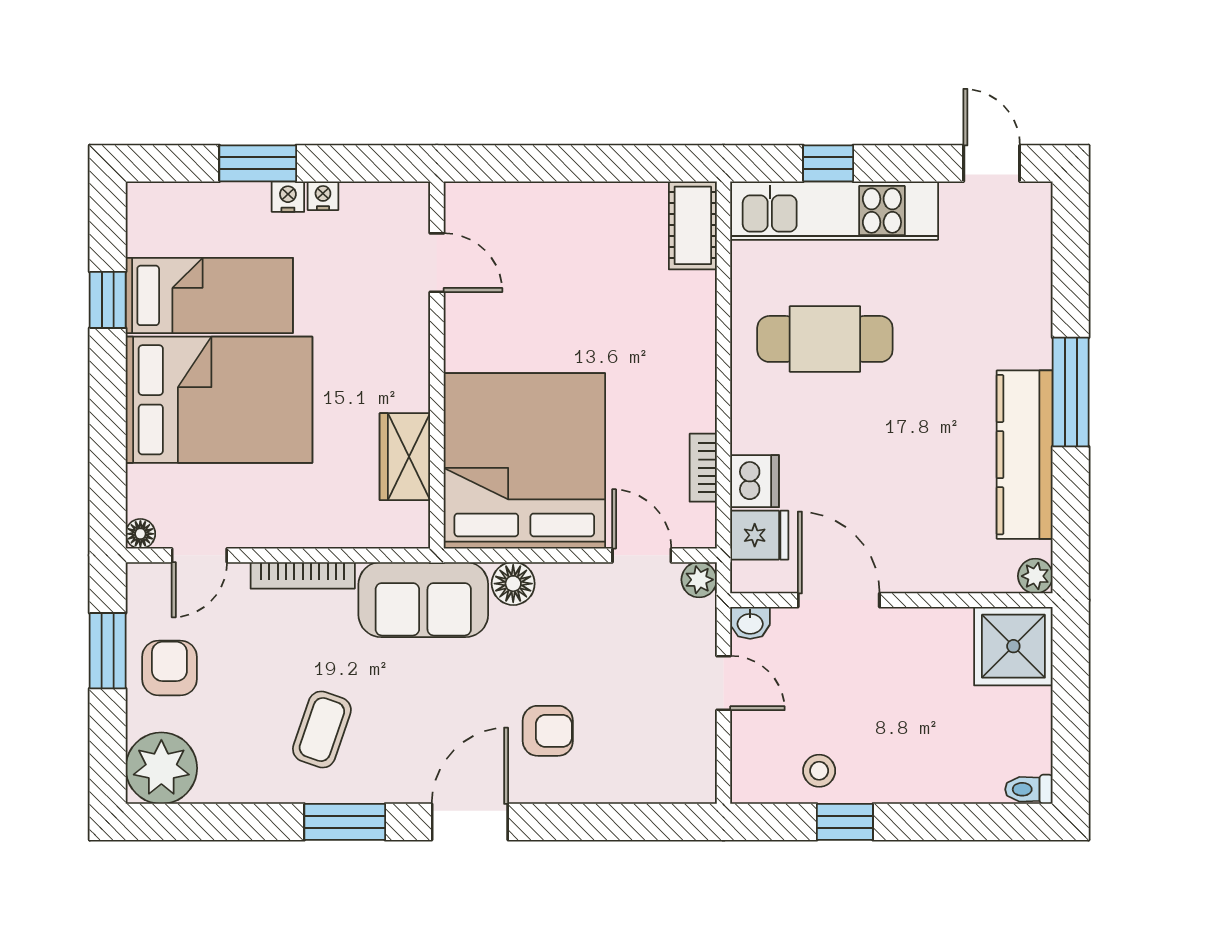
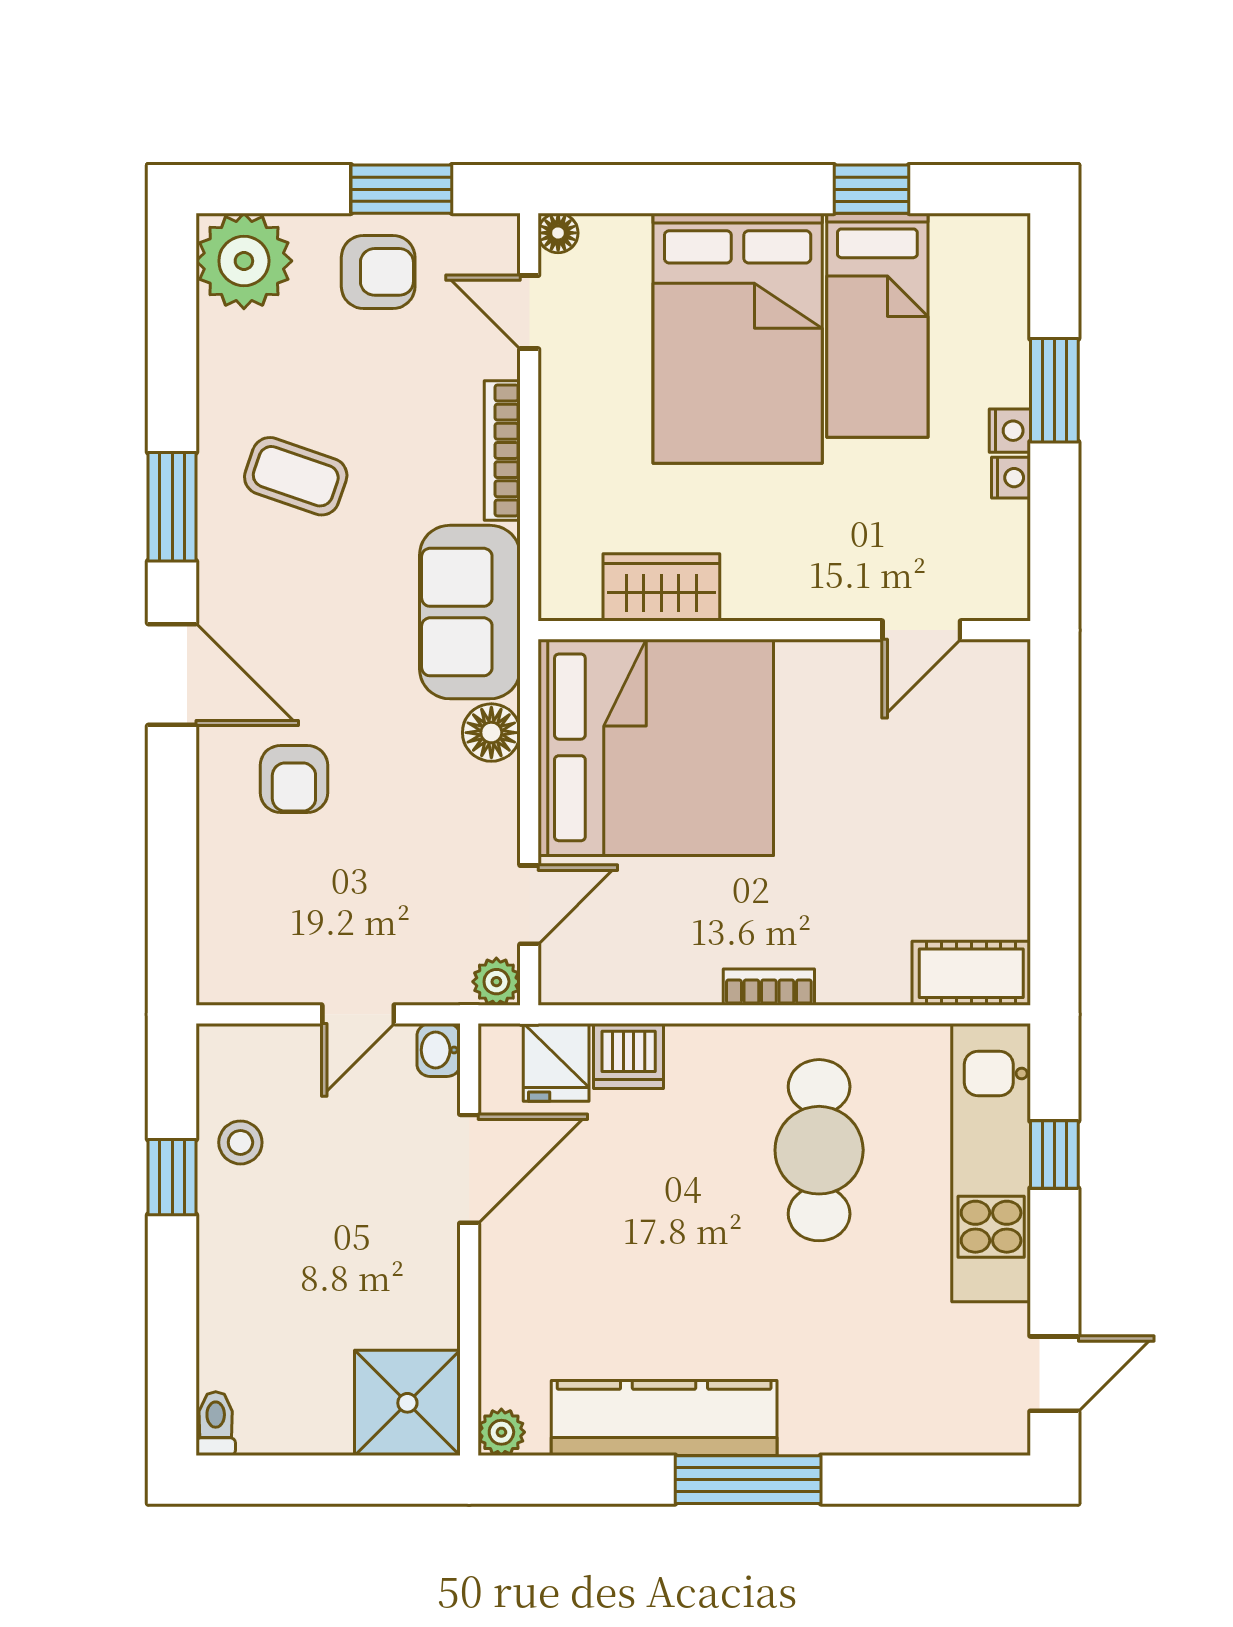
bookcase: (703, 468) -> (769, 987), moved

